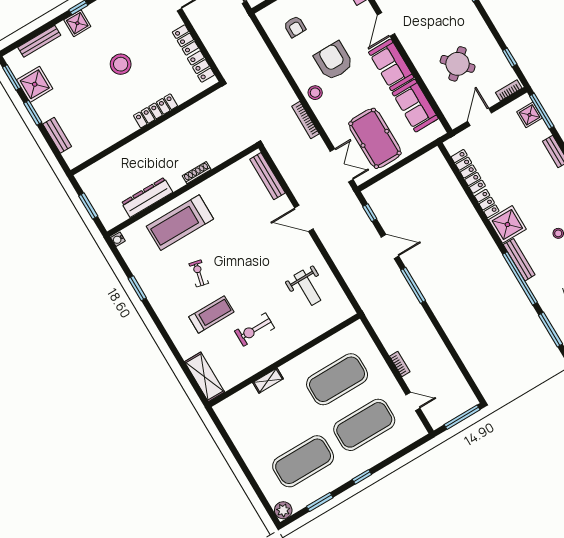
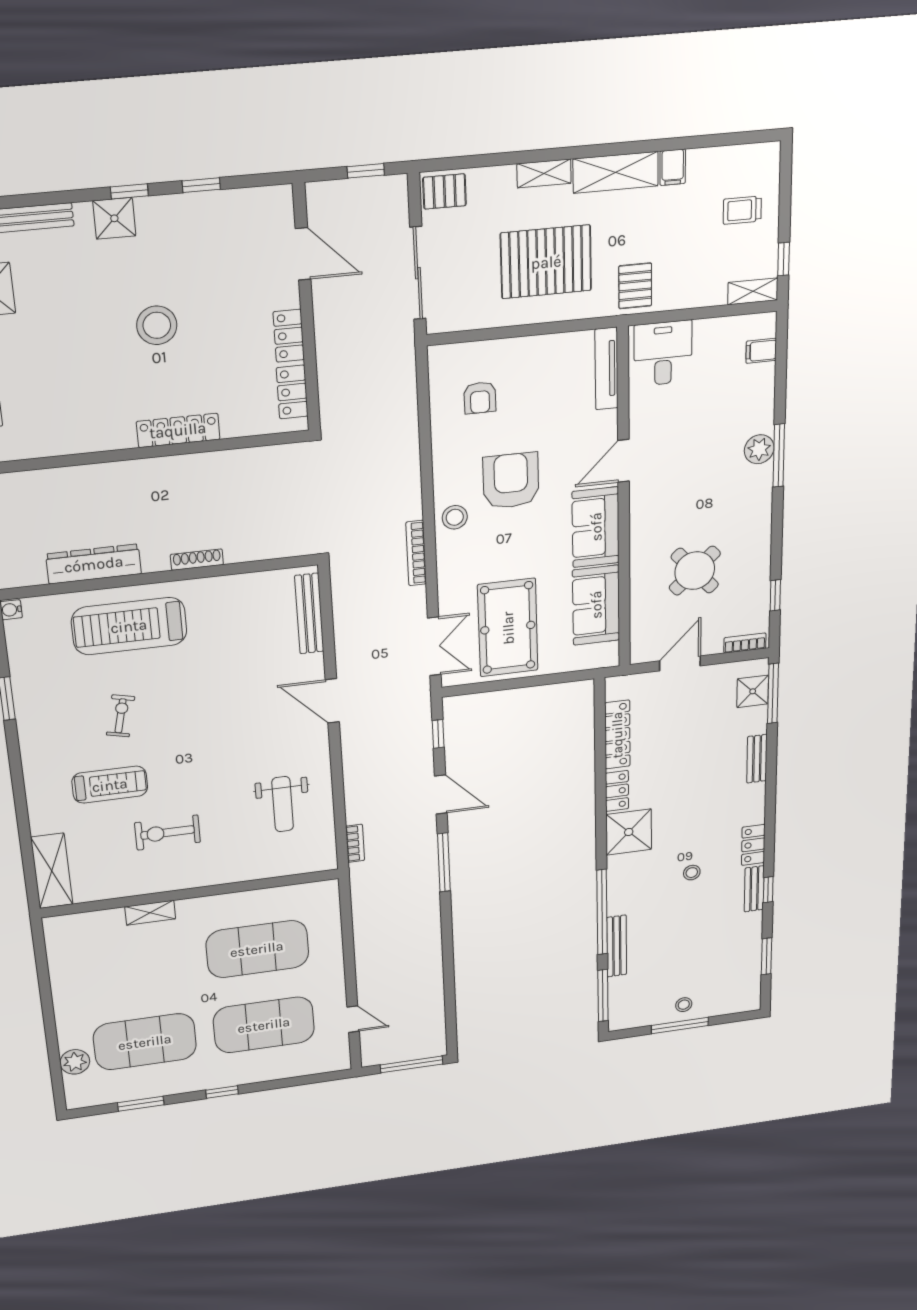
bench: (519, 260) -> (617, 946), moved
bookcase: (400, 364) -> (355, 843), moved
plant: (283, 510) -> (75, 1062), moved

